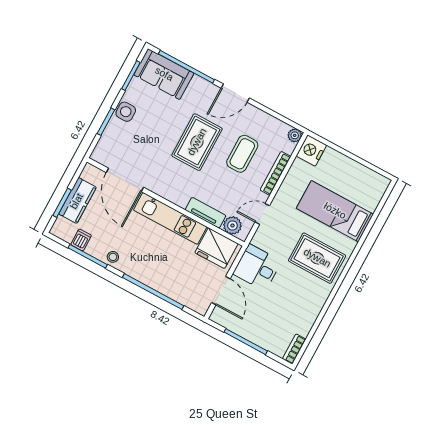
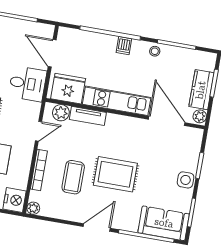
rug: (197, 142) -> (115, 174), turned 90
plant: (89, 173) -> (200, 116), added
dishwasher: (81, 240) -> (124, 46), moved

